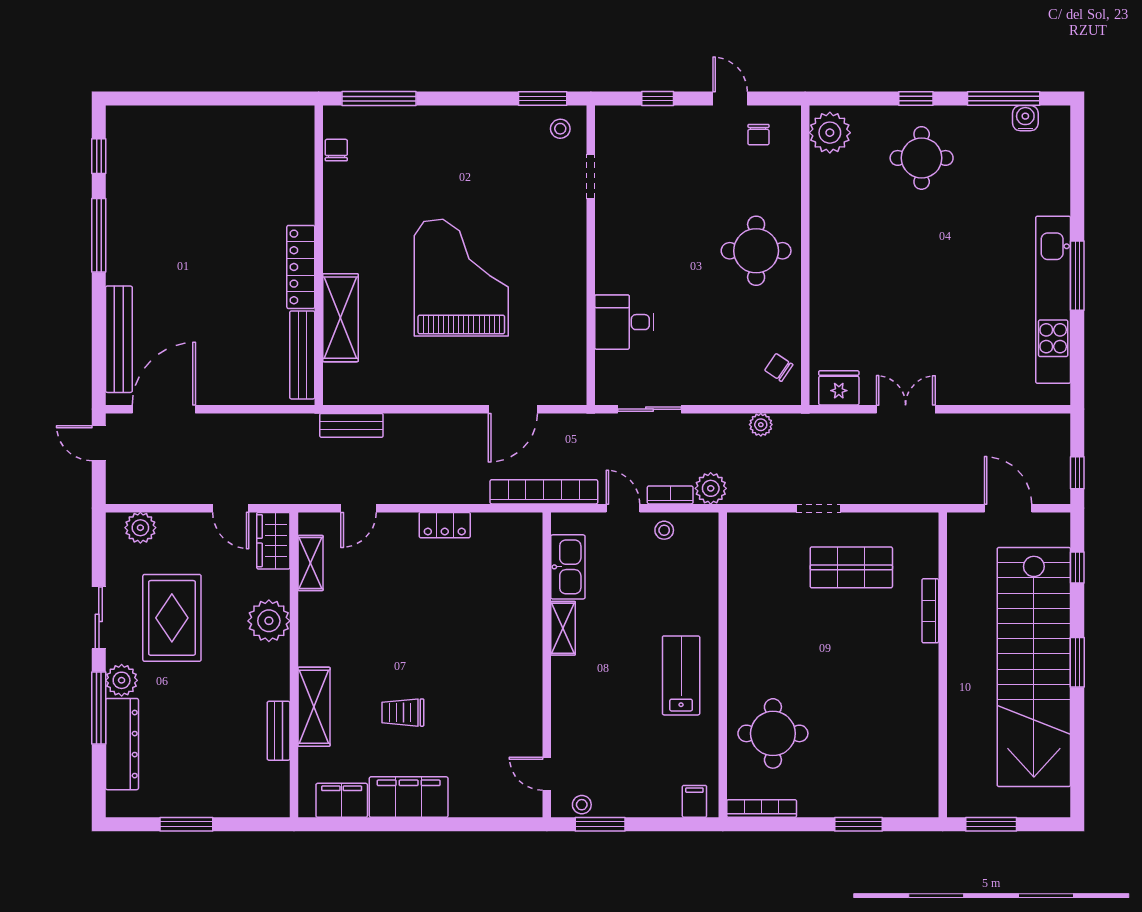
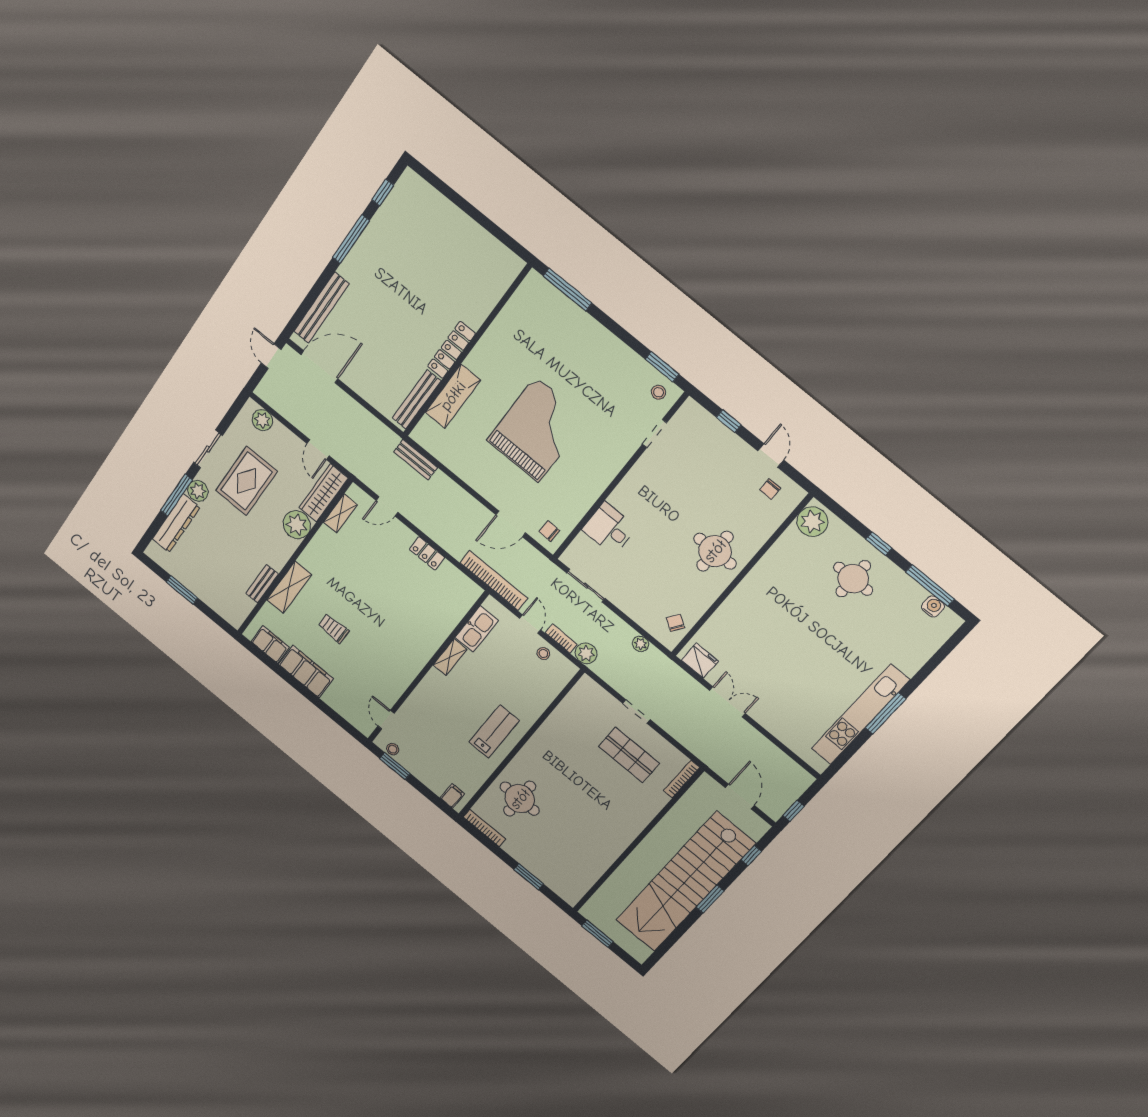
chair: (336, 150) -> (549, 531), moved, turned -88
wardrobe: (273, 541) -> (323, 493), width x1.50
bookcase: (930, 611) -> (682, 779), moved

